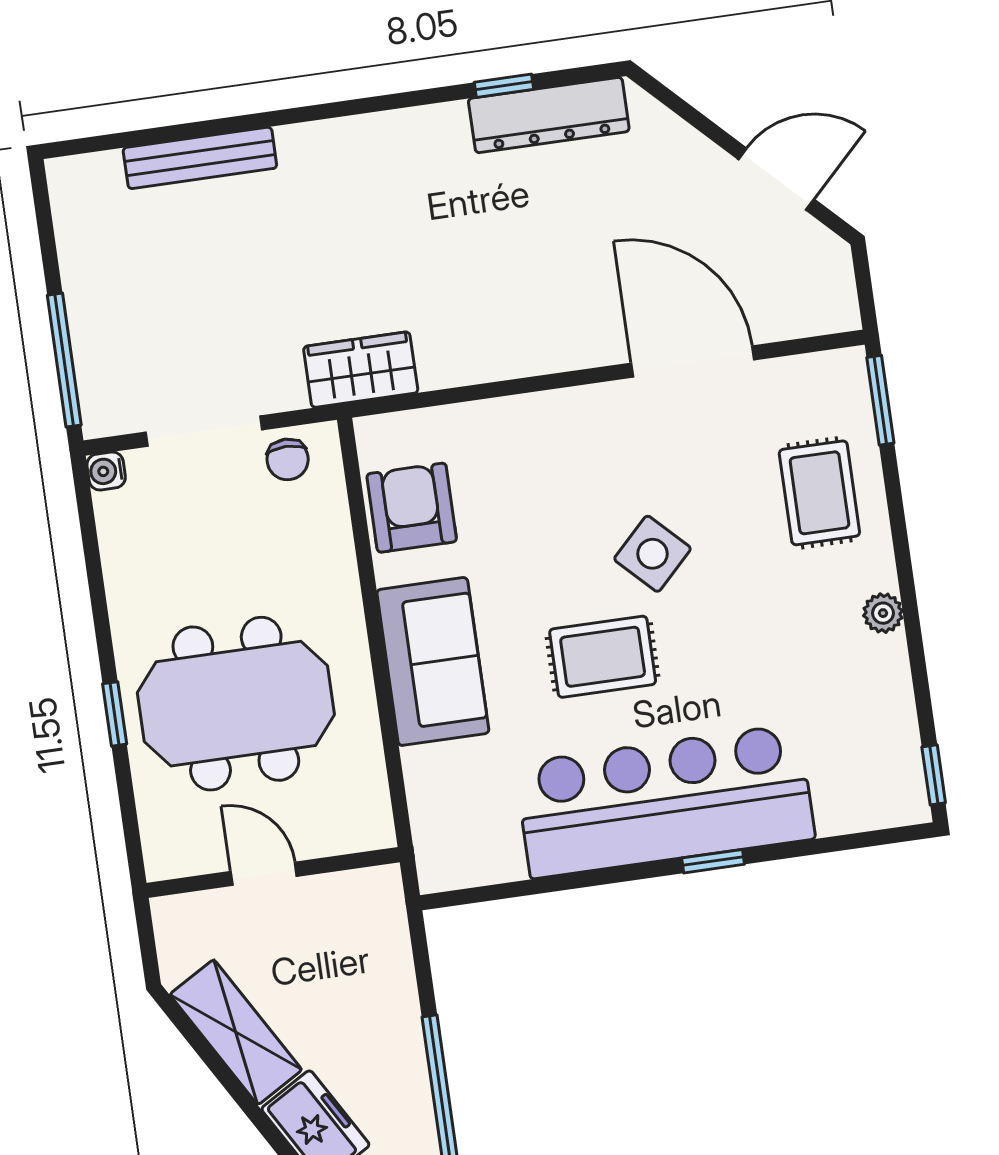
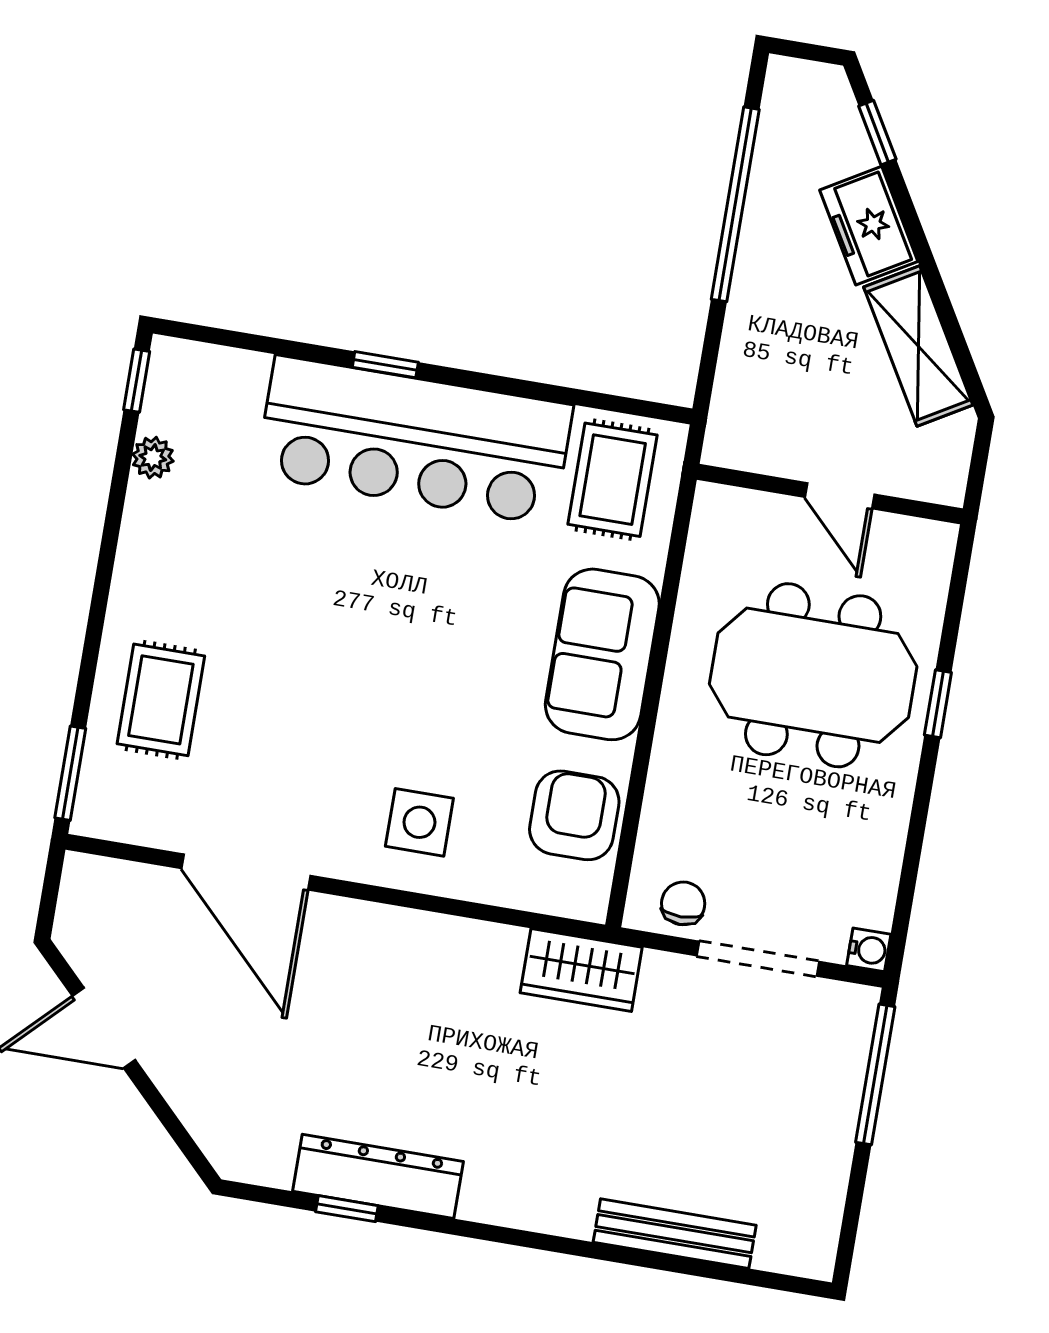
dresser: (549, 115) -> (378, 1176), moved
armchair: (412, 508) -> (574, 815), turned 180
side table: (652, 554) -> (419, 822), moved, turned 45
plant: (883, 613) -> (153, 458), moved
rug: (603, 657) -> (613, 480), moved, turned 90

